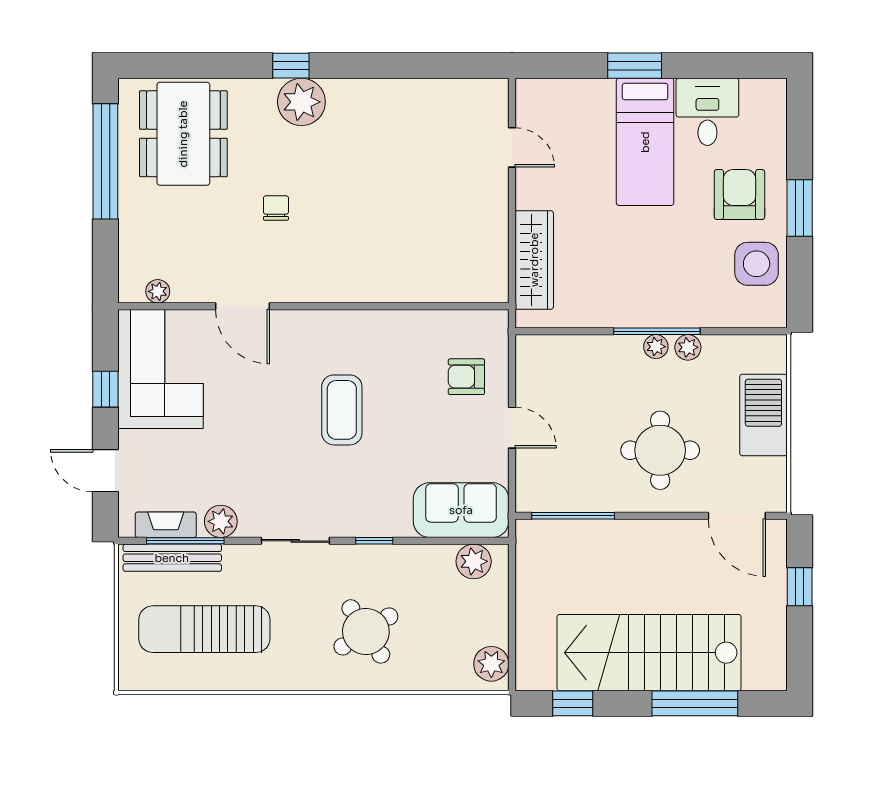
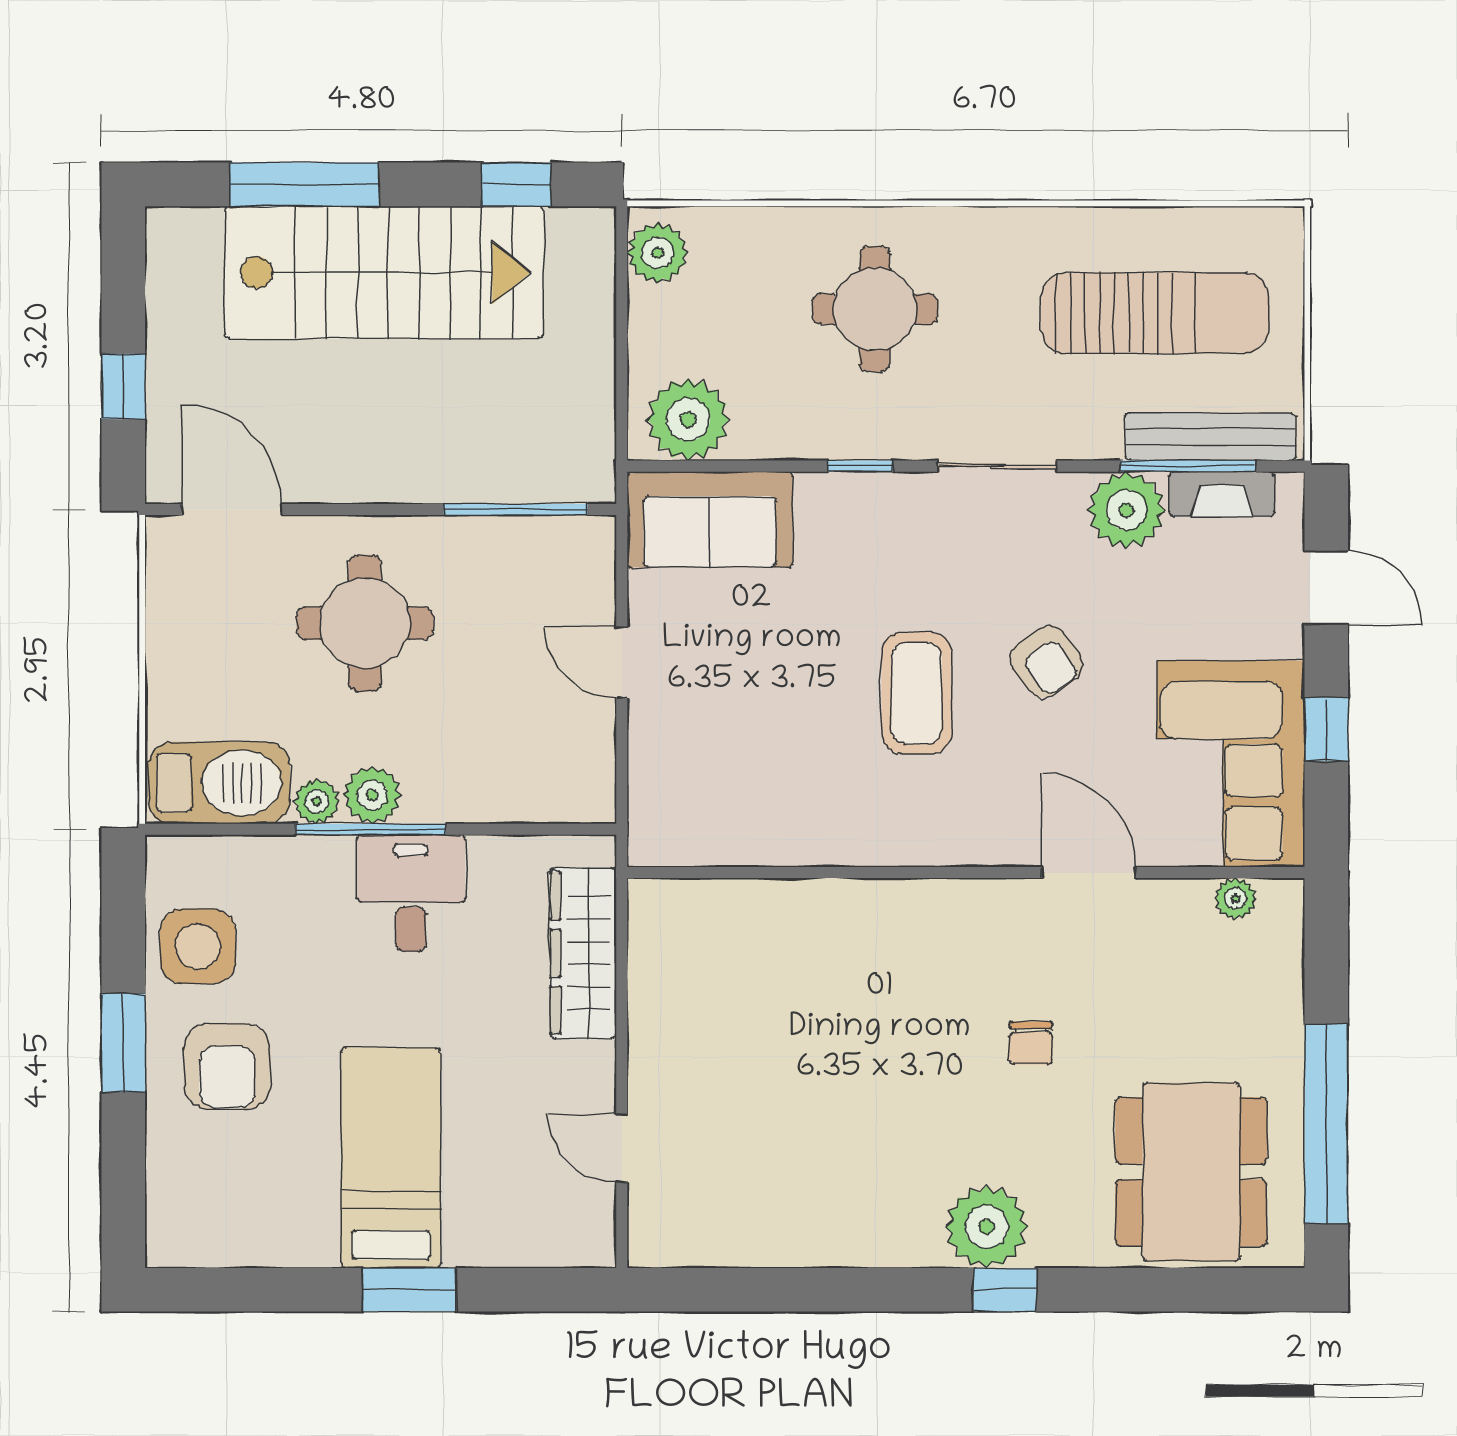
desk: (707, 112) -> (411, 893), moved, turned 180
plant: (656, 347) -> (372, 795), width x1.38, depth x1.38
armchair: (466, 377) -> (1047, 662), moved, turned 54
barbecue: (763, 415) -> (219, 783), moved, turned -90
plant: (221, 521) -> (1126, 510), width x1.36, depth x1.36
plant: (474, 561) -> (688, 419), width x1.36, depth x1.36
round table: (366, 631) -> (875, 309), turned 33

